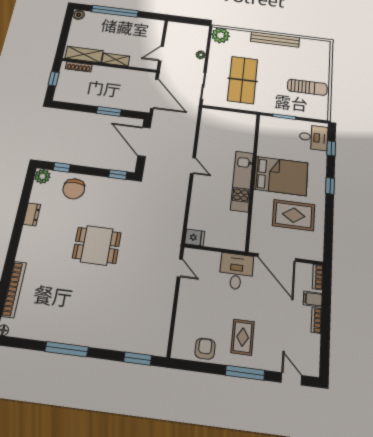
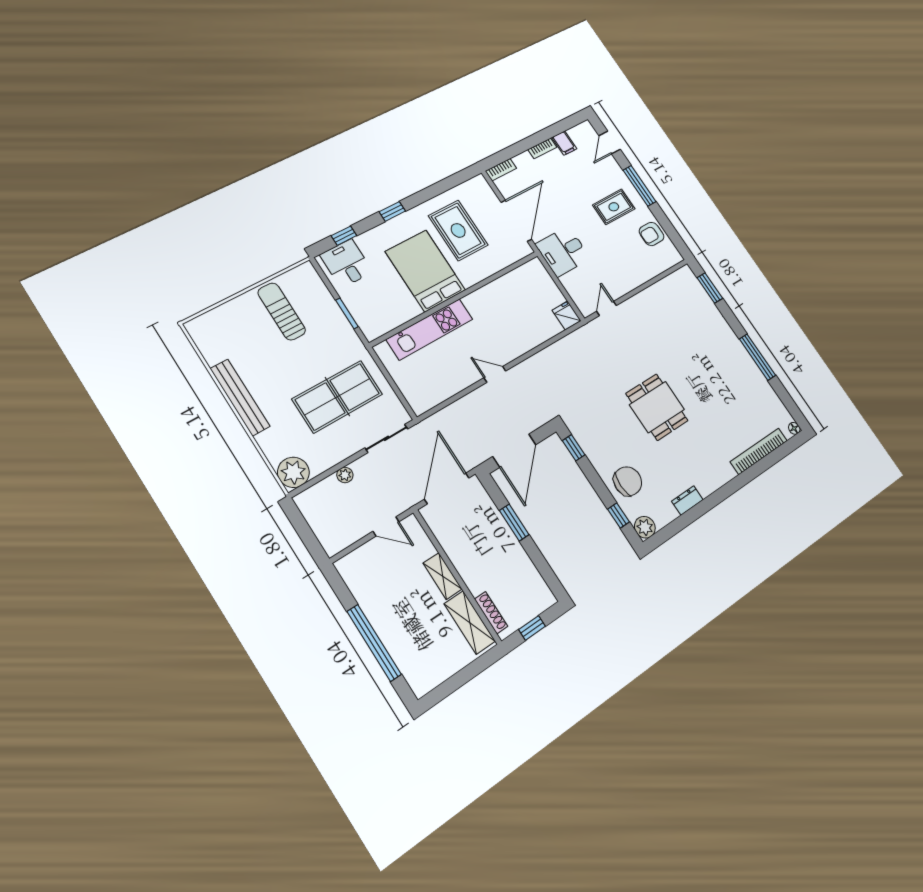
boiler: (79, 15) -> (421, 686), removed
door: (193, 166) -> (495, 374), hinge flipped
kitchen unit: (242, 181) -> (430, 329), moved
filing cabinet: (313, 299) -> (564, 143), moved

